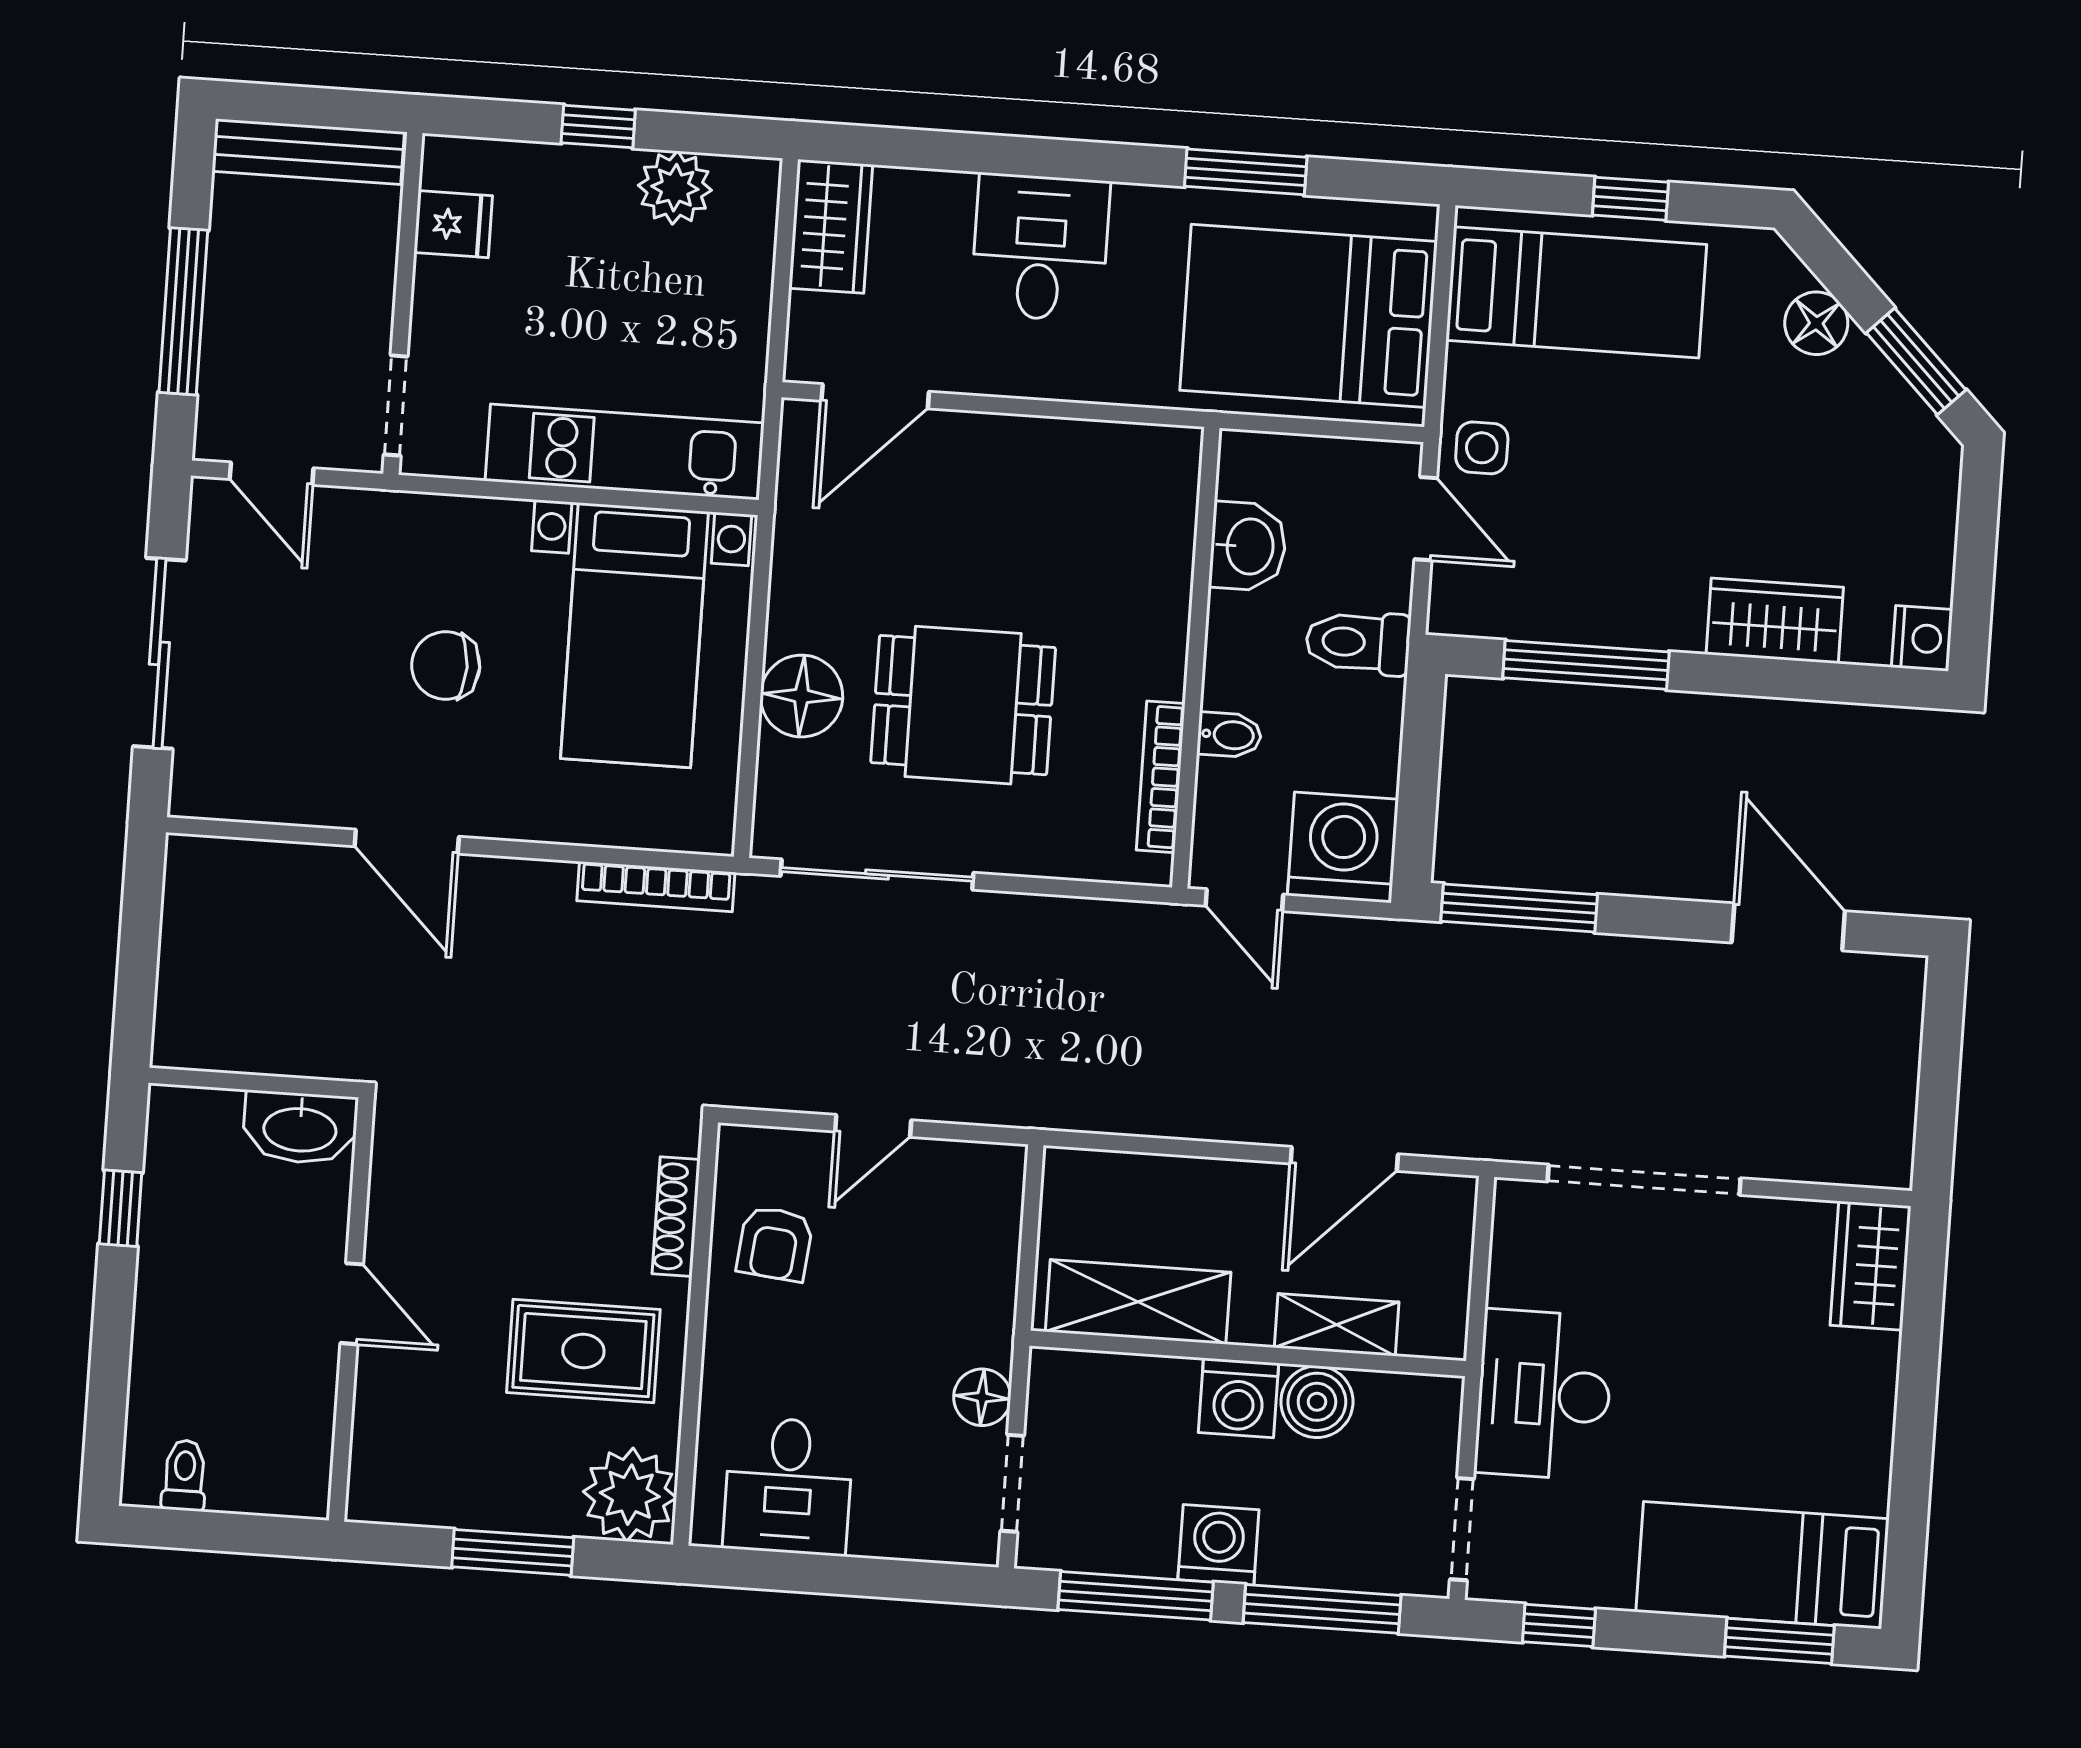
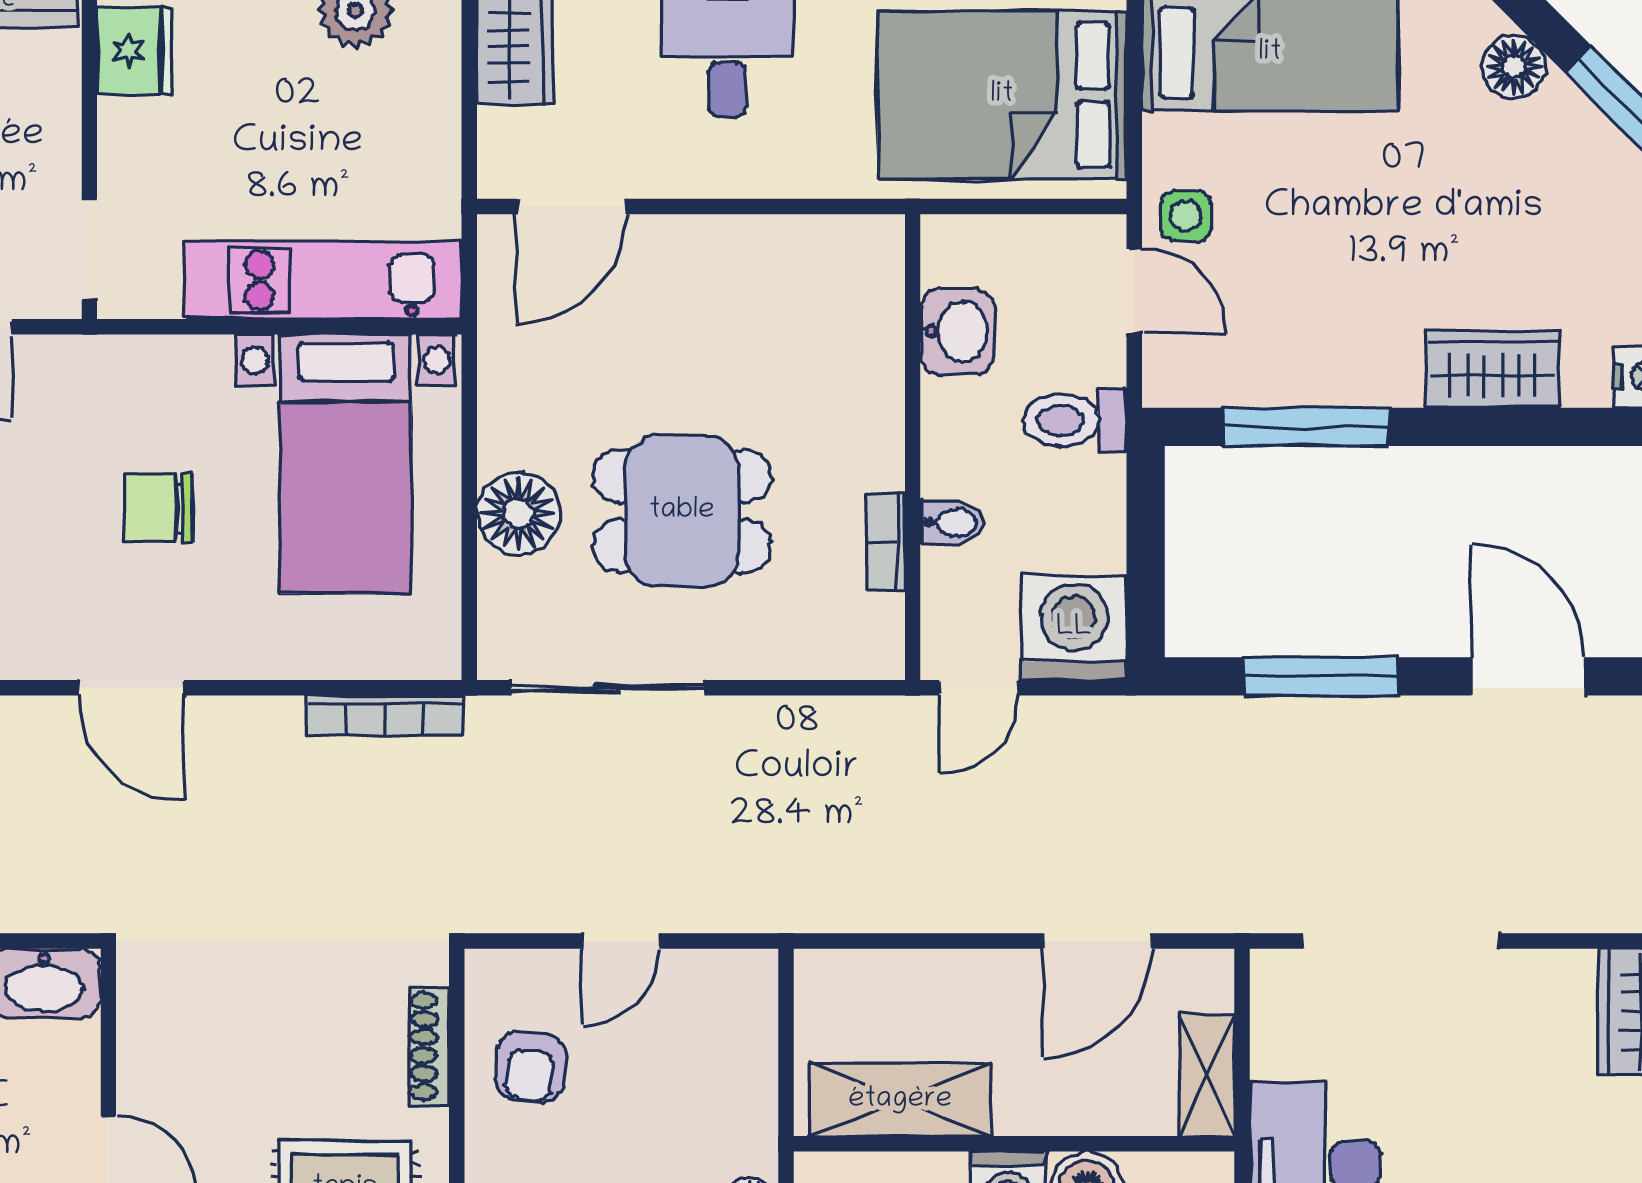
fridge: (453, 224) -> (135, 51), width x1.38
bookcase: (1161, 777) -> (886, 542), width x0.64
door: (1244, 900) -> (979, 688), hinge flipped
window: (1519, 908) -> (1321, 676), moved
shelving: (1337, 1325) -> (1207, 1075), moved, turned 90

